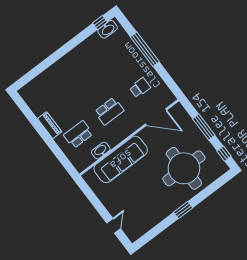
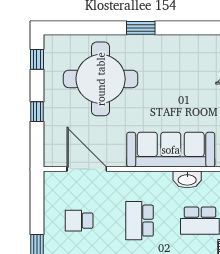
school desk: (109, 111) -> (140, 221), turned -90
window: (204, 127) -> (37, 112), width x0.46

